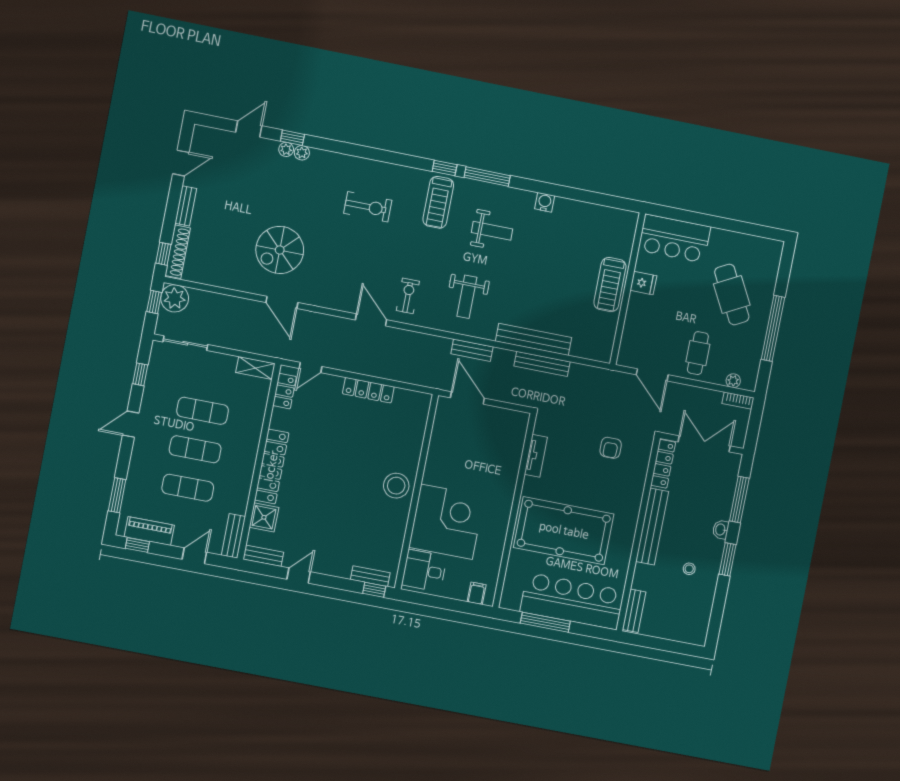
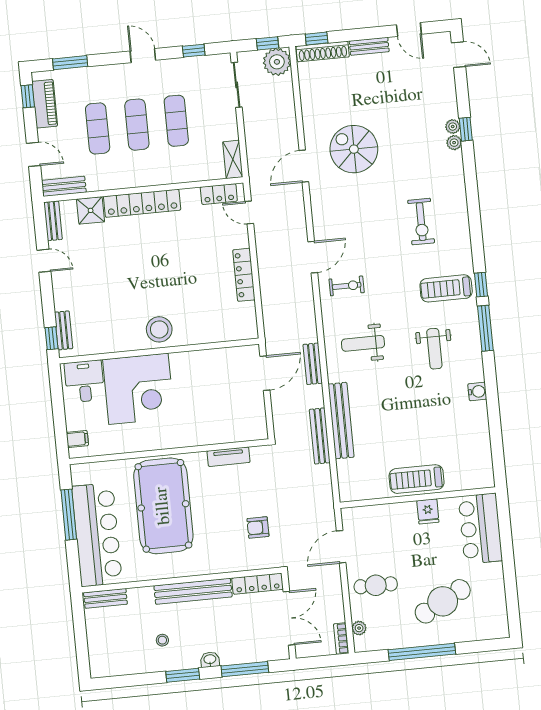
door: (249, 129) -> (458, 55), moved

